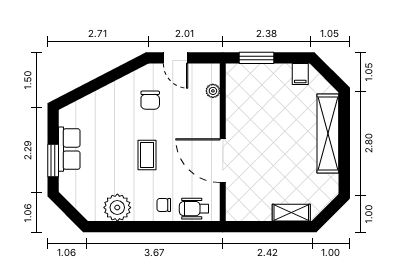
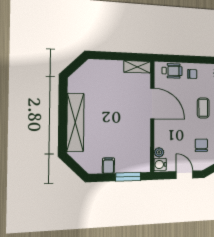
water cooler: (211, 74) -> (160, 164), added
filing cabinet: (300, 74) -> (108, 166), moved
shelving: (291, 213) -> (137, 67), moved

